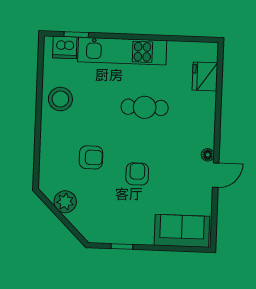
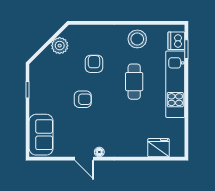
cafe table: (145, 107) -> (134, 82), moved
armchair: (91, 157) -> (94, 64), turned 180

